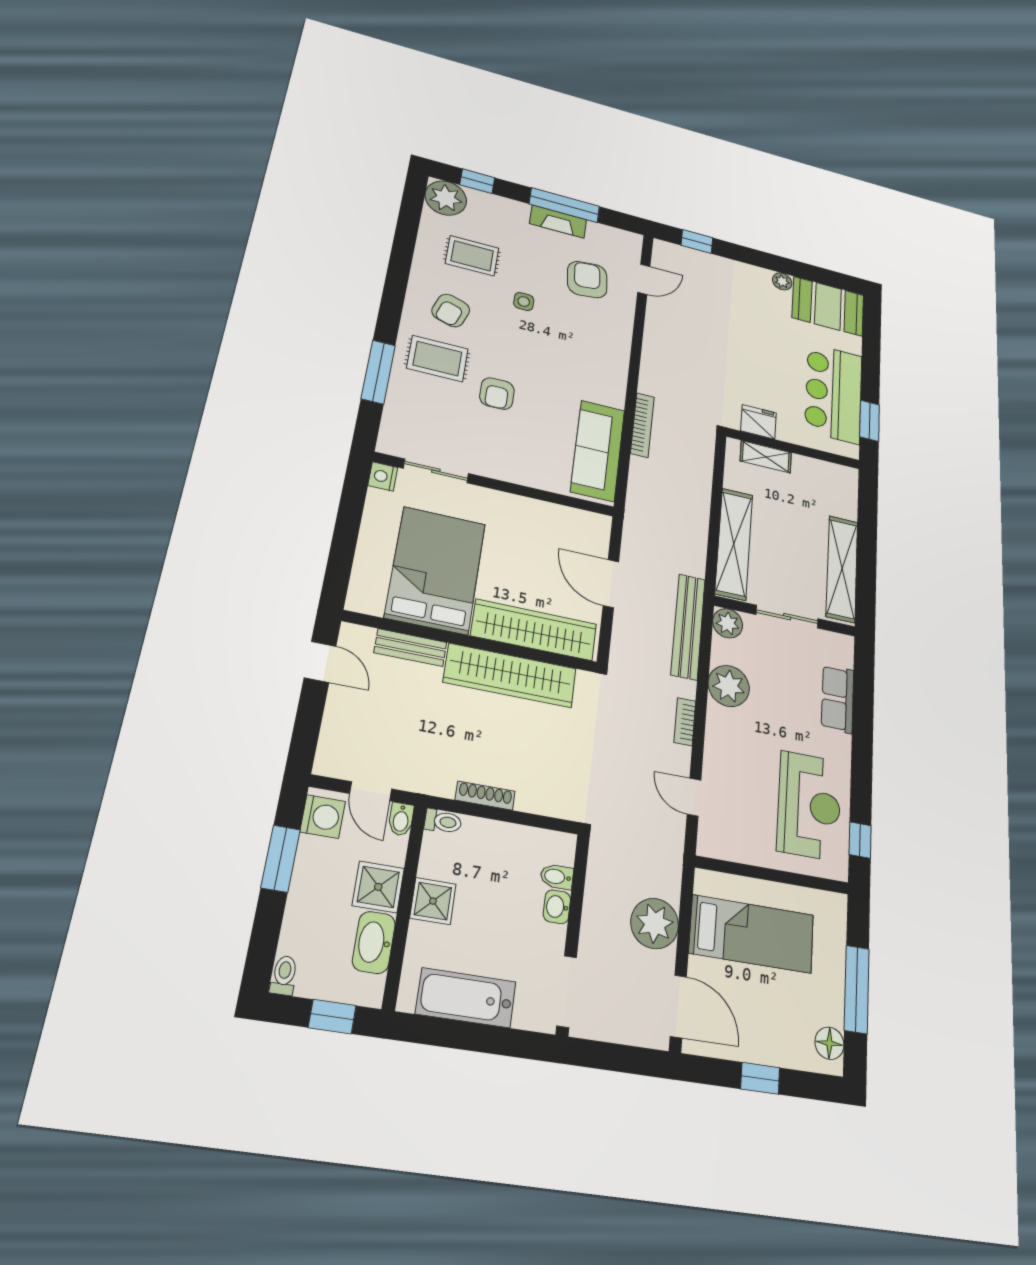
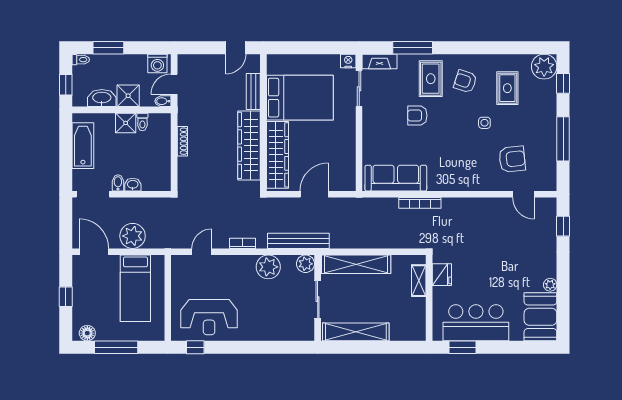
fireplace: (558, 222) -> (380, 61), moved, turned -90
row of seats: (838, 699) -> (274, 332), removed
toilet: (443, 821) -> (142, 122), moved
window: (281, 859) -> (108, 48), moved
bidet: (557, 877) -> (118, 183), moved
door: (678, 1006) -> (94, 252), swing flipped

